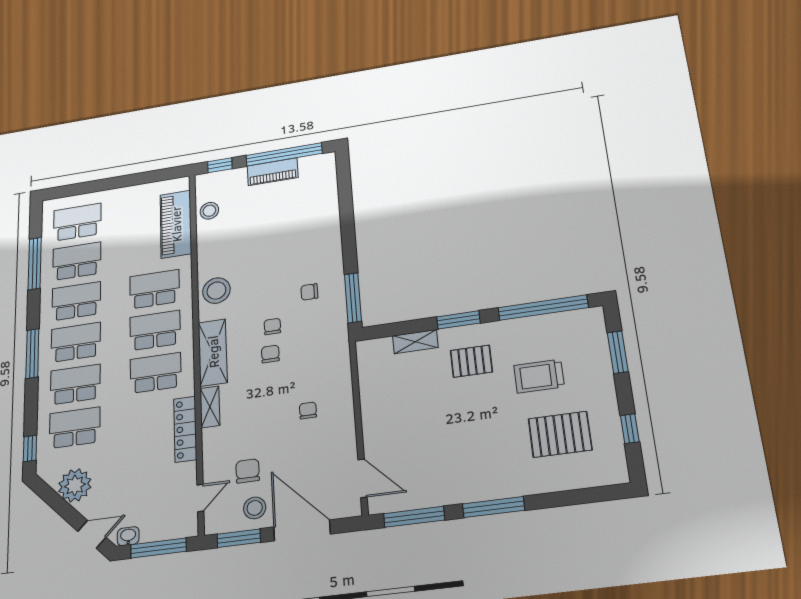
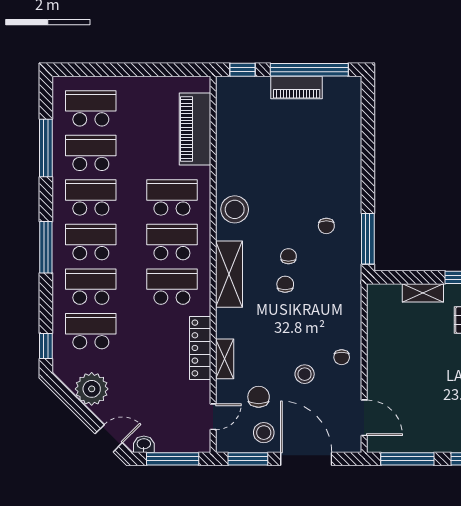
stool: (209, 211) -> (305, 374), moved
chair: (309, 292) -> (326, 226), turned -90
shelving: (210, 407) -> (225, 359), moved
chair: (308, 410) -> (342, 357), moved, turned 180

